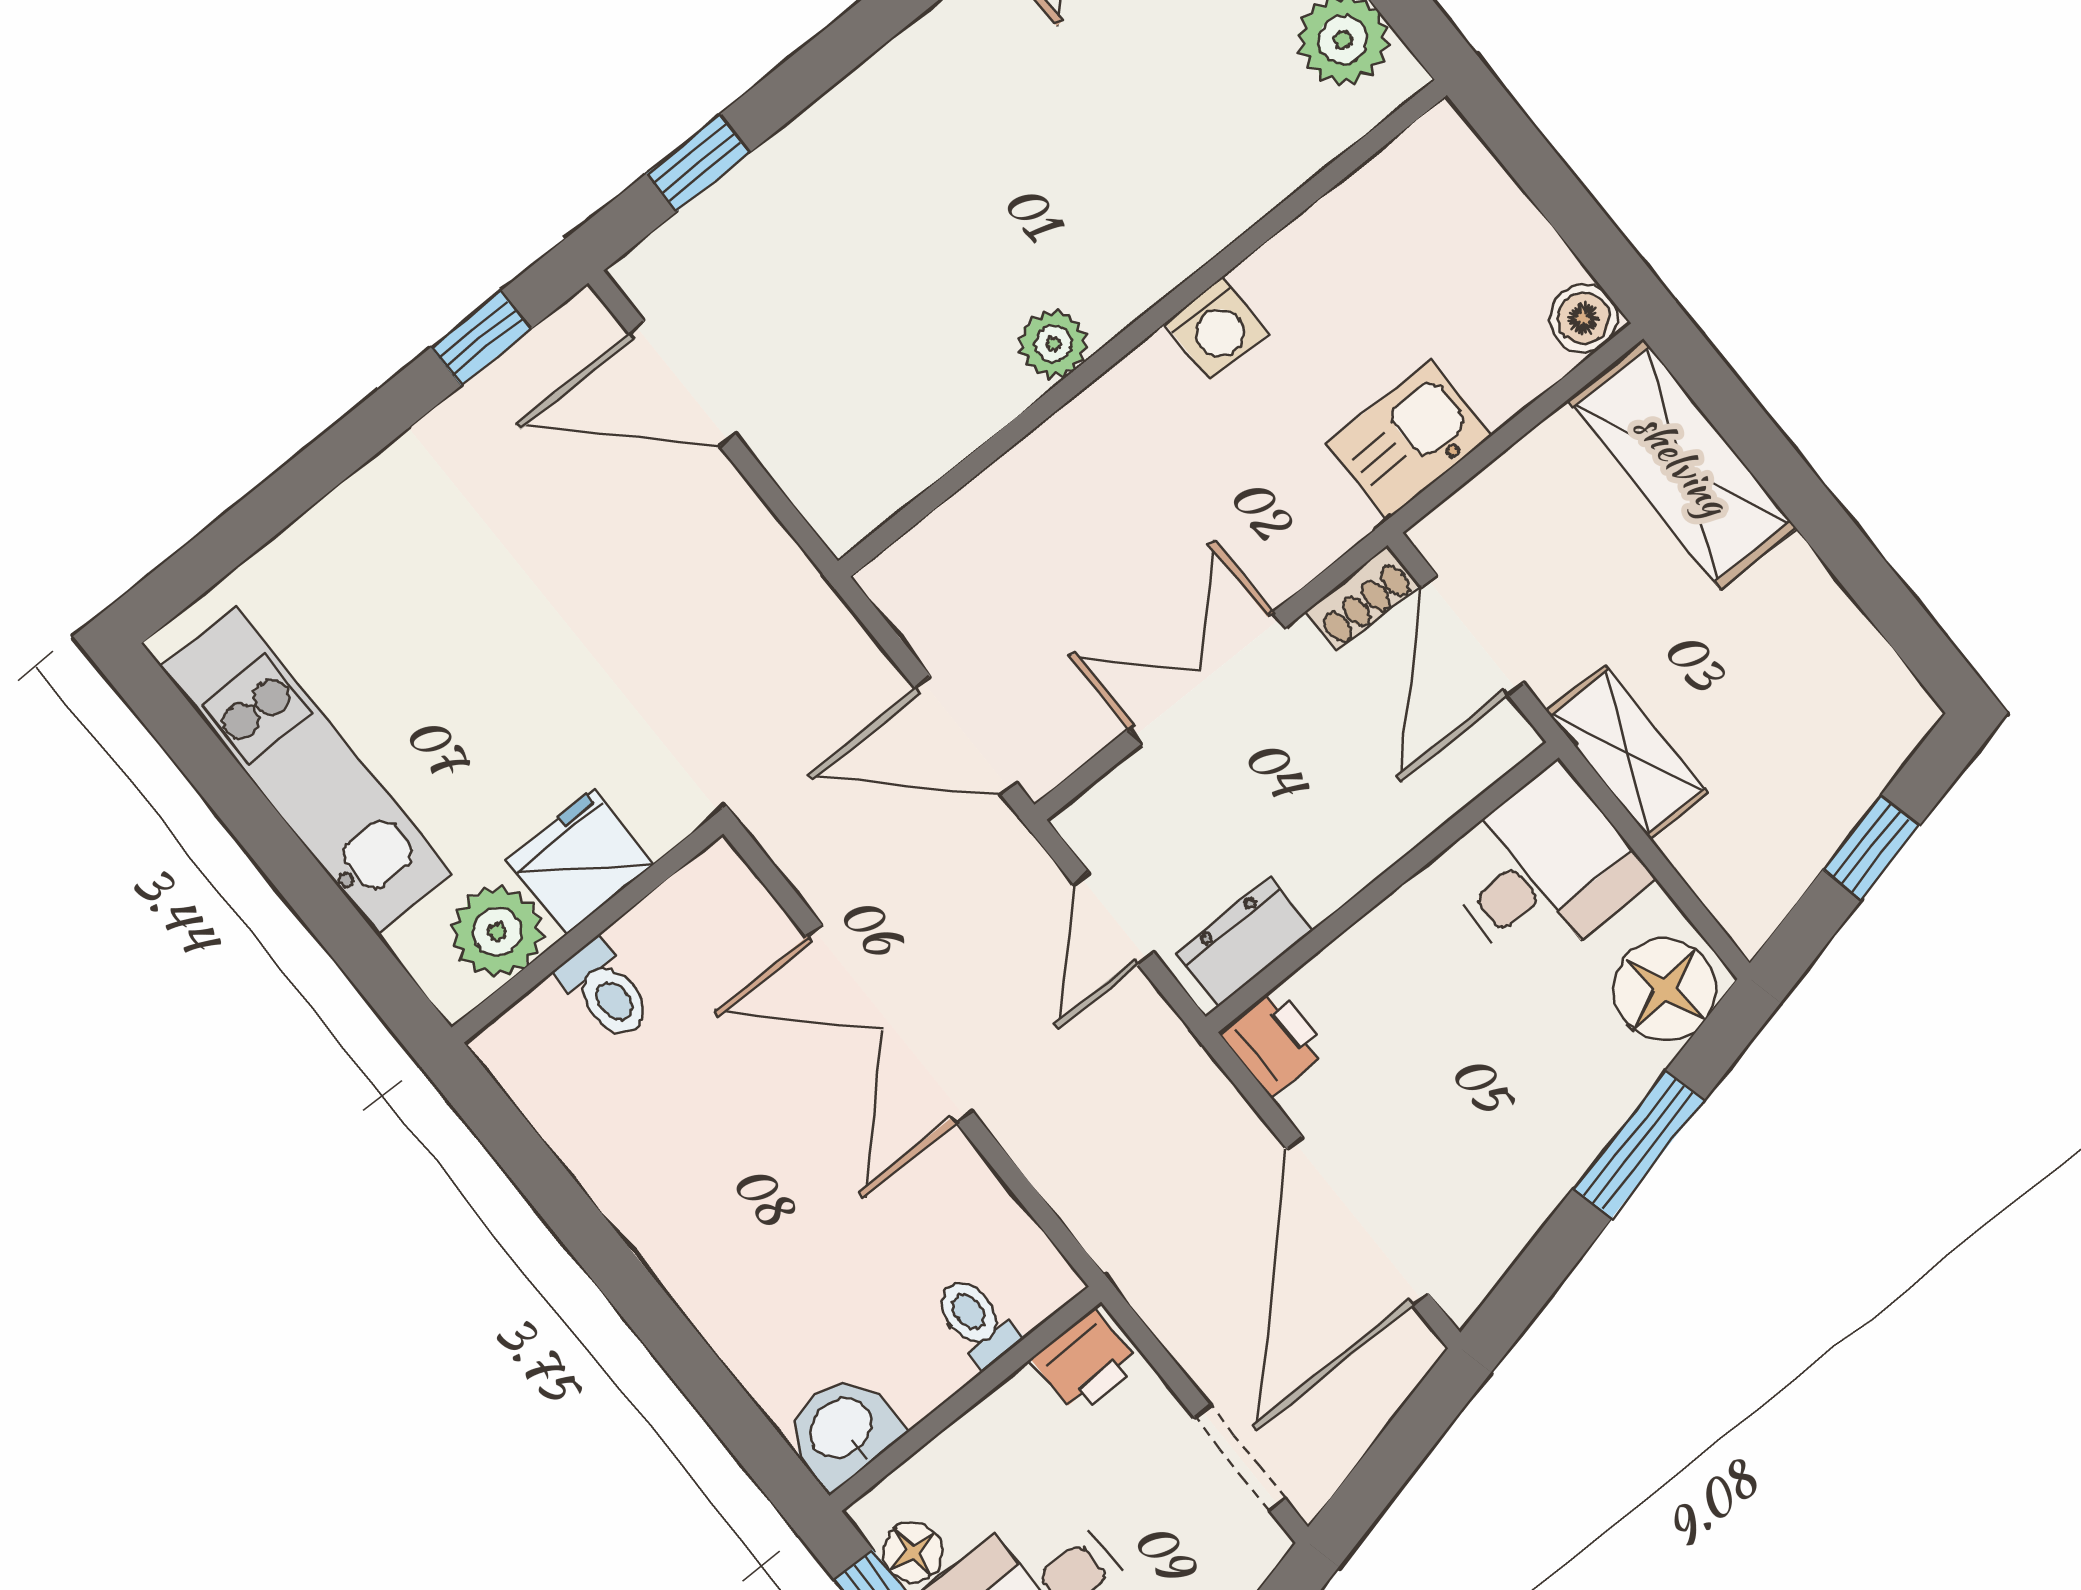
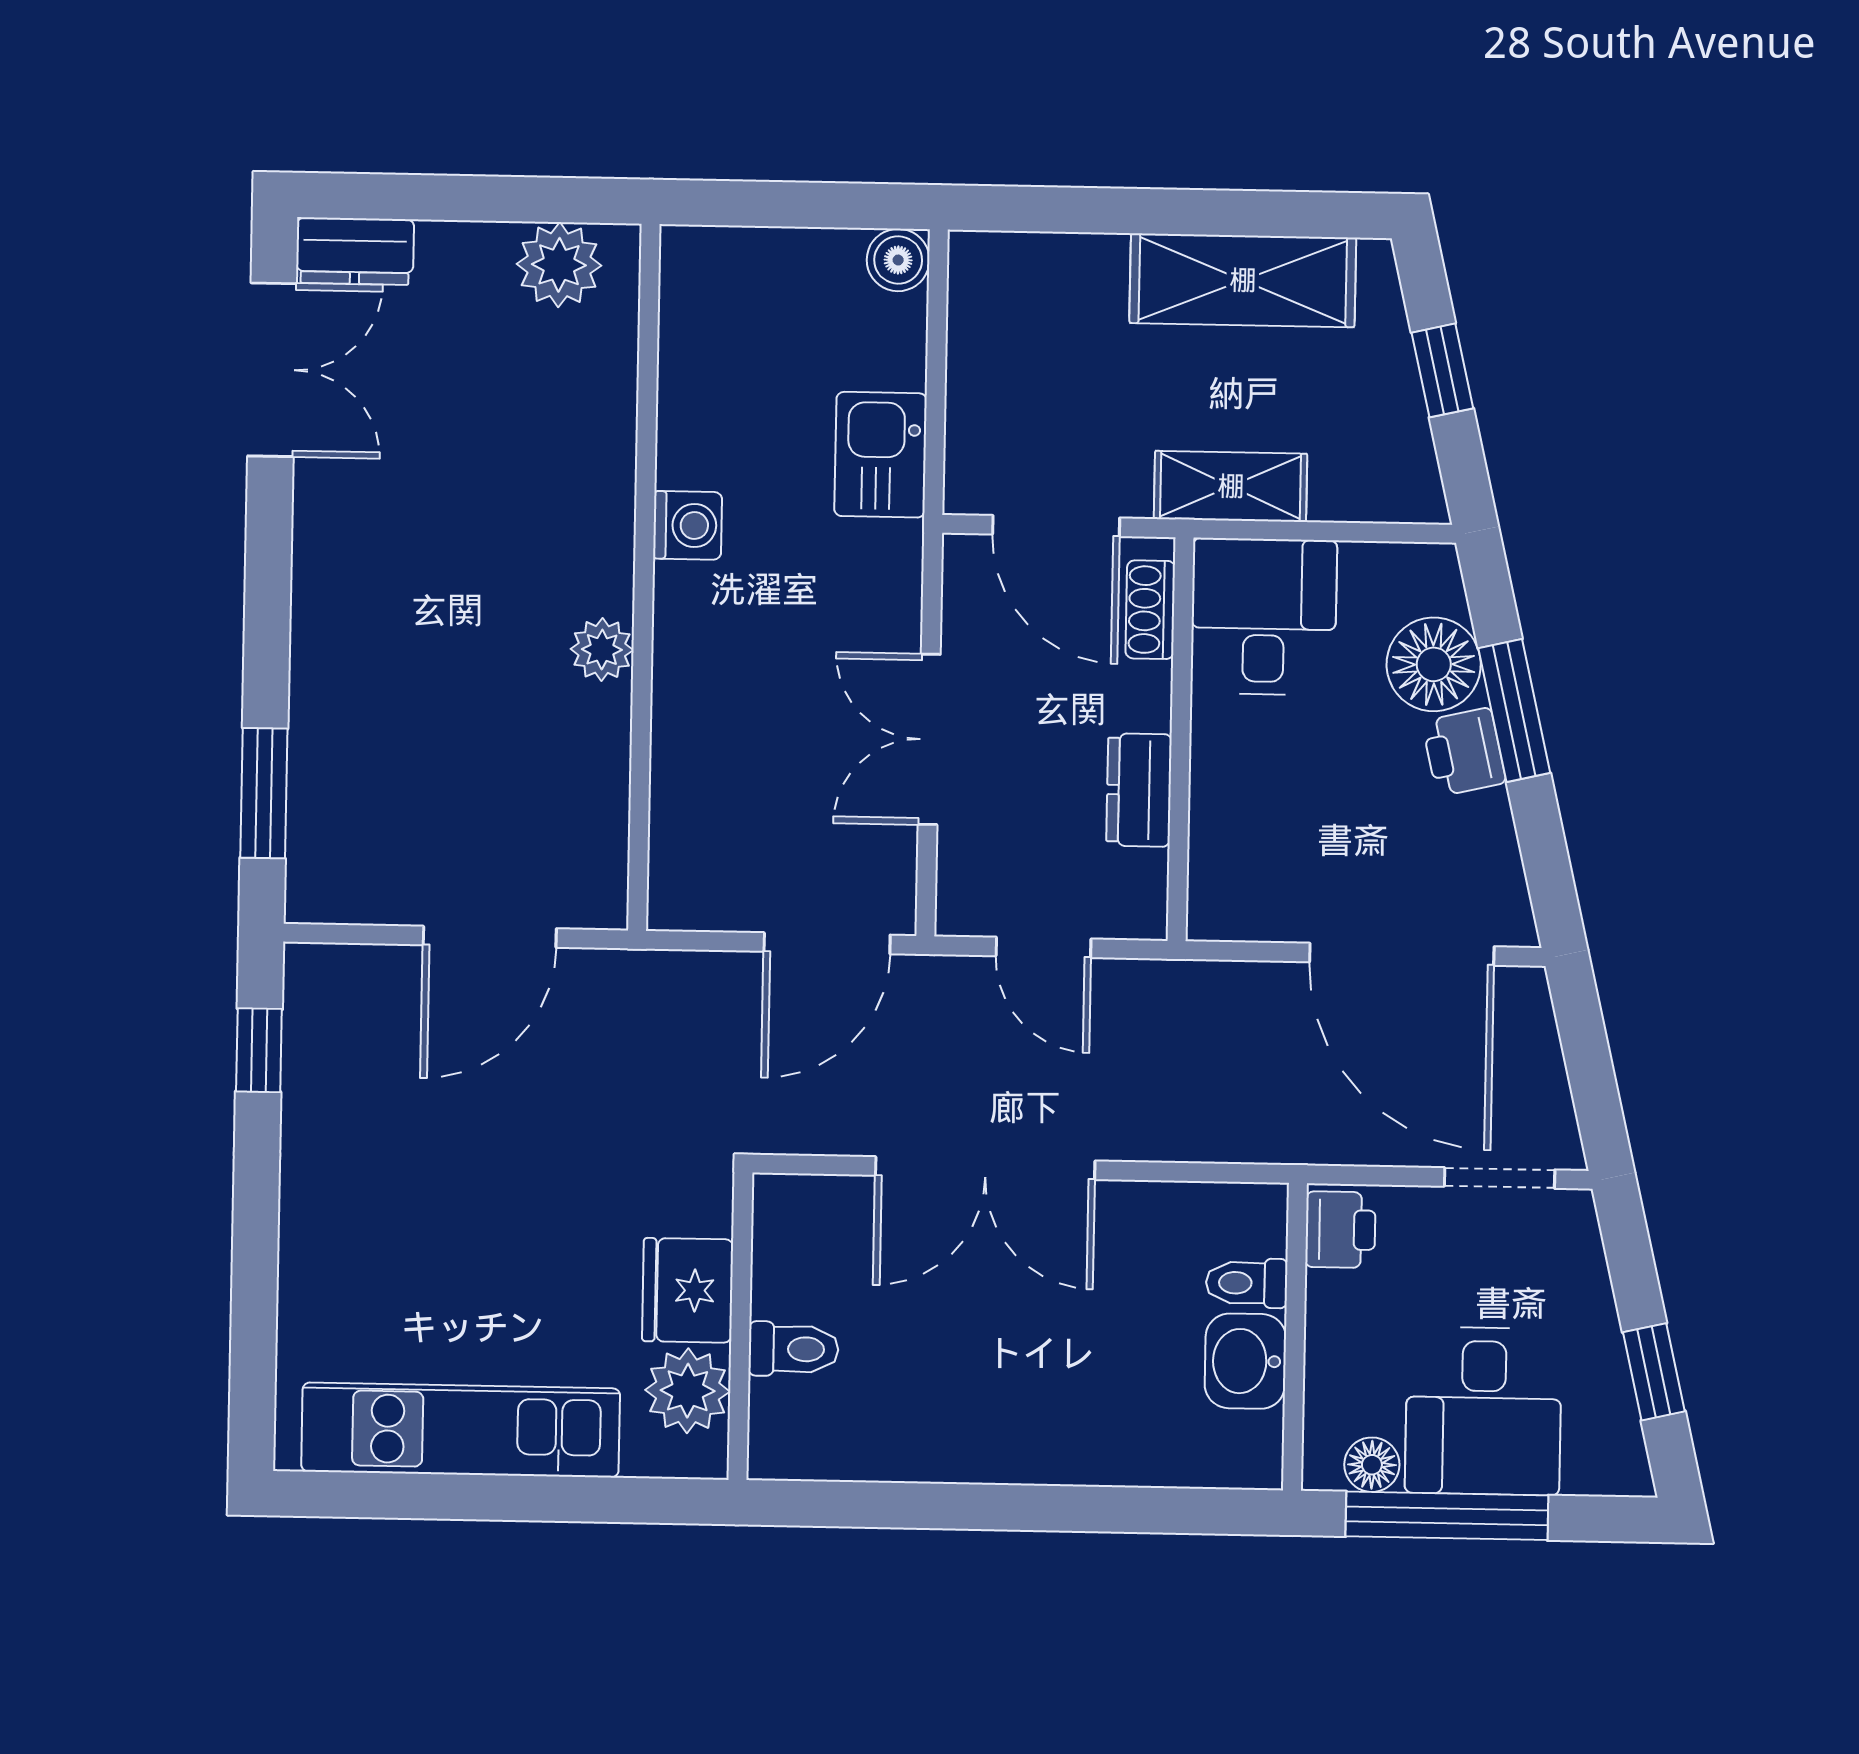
window: (698, 163) -> (264, 793), width x1.50
door: (682, 384) -> (490, 937), moved
shelving: (1682, 464) -> (1243, 280), moved
shoe rack: (1362, 599) -> (1150, 610), moved, turned 180
dresser: (1245, 941) -> (1139, 790), moved
floor lamp: (1665, 989) -> (1434, 664), moved
printer: (1274, 1041) -> (1464, 752), moved, turned -103
washbasin: (842, 1430) -> (1245, 1361), moved

